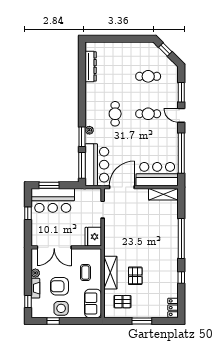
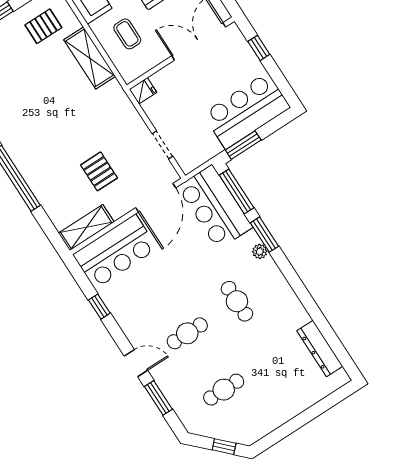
window: (181, 153) -> (99, 307), width x0.32
window: (49, 185) -> (243, 145), moved
window: (28, 213) -> (259, 48), moved
fridge: (93, 237) -> (143, 91), width x0.53, depth x0.75
pallet: (135, 276) -> (99, 171), moved

